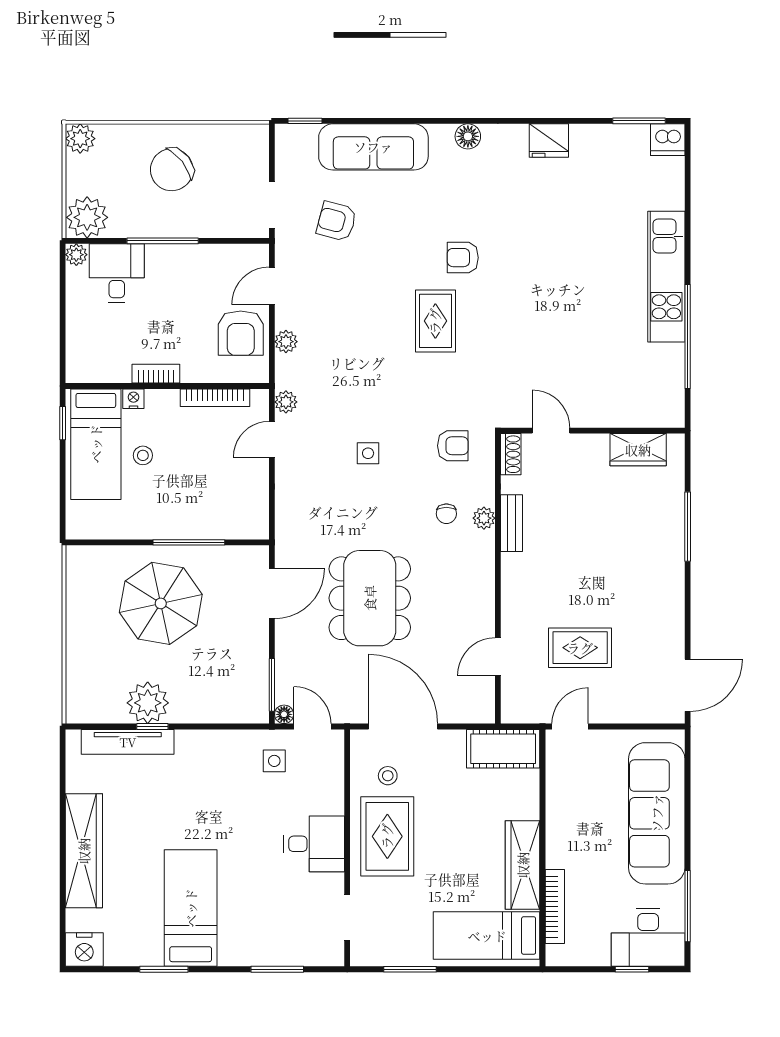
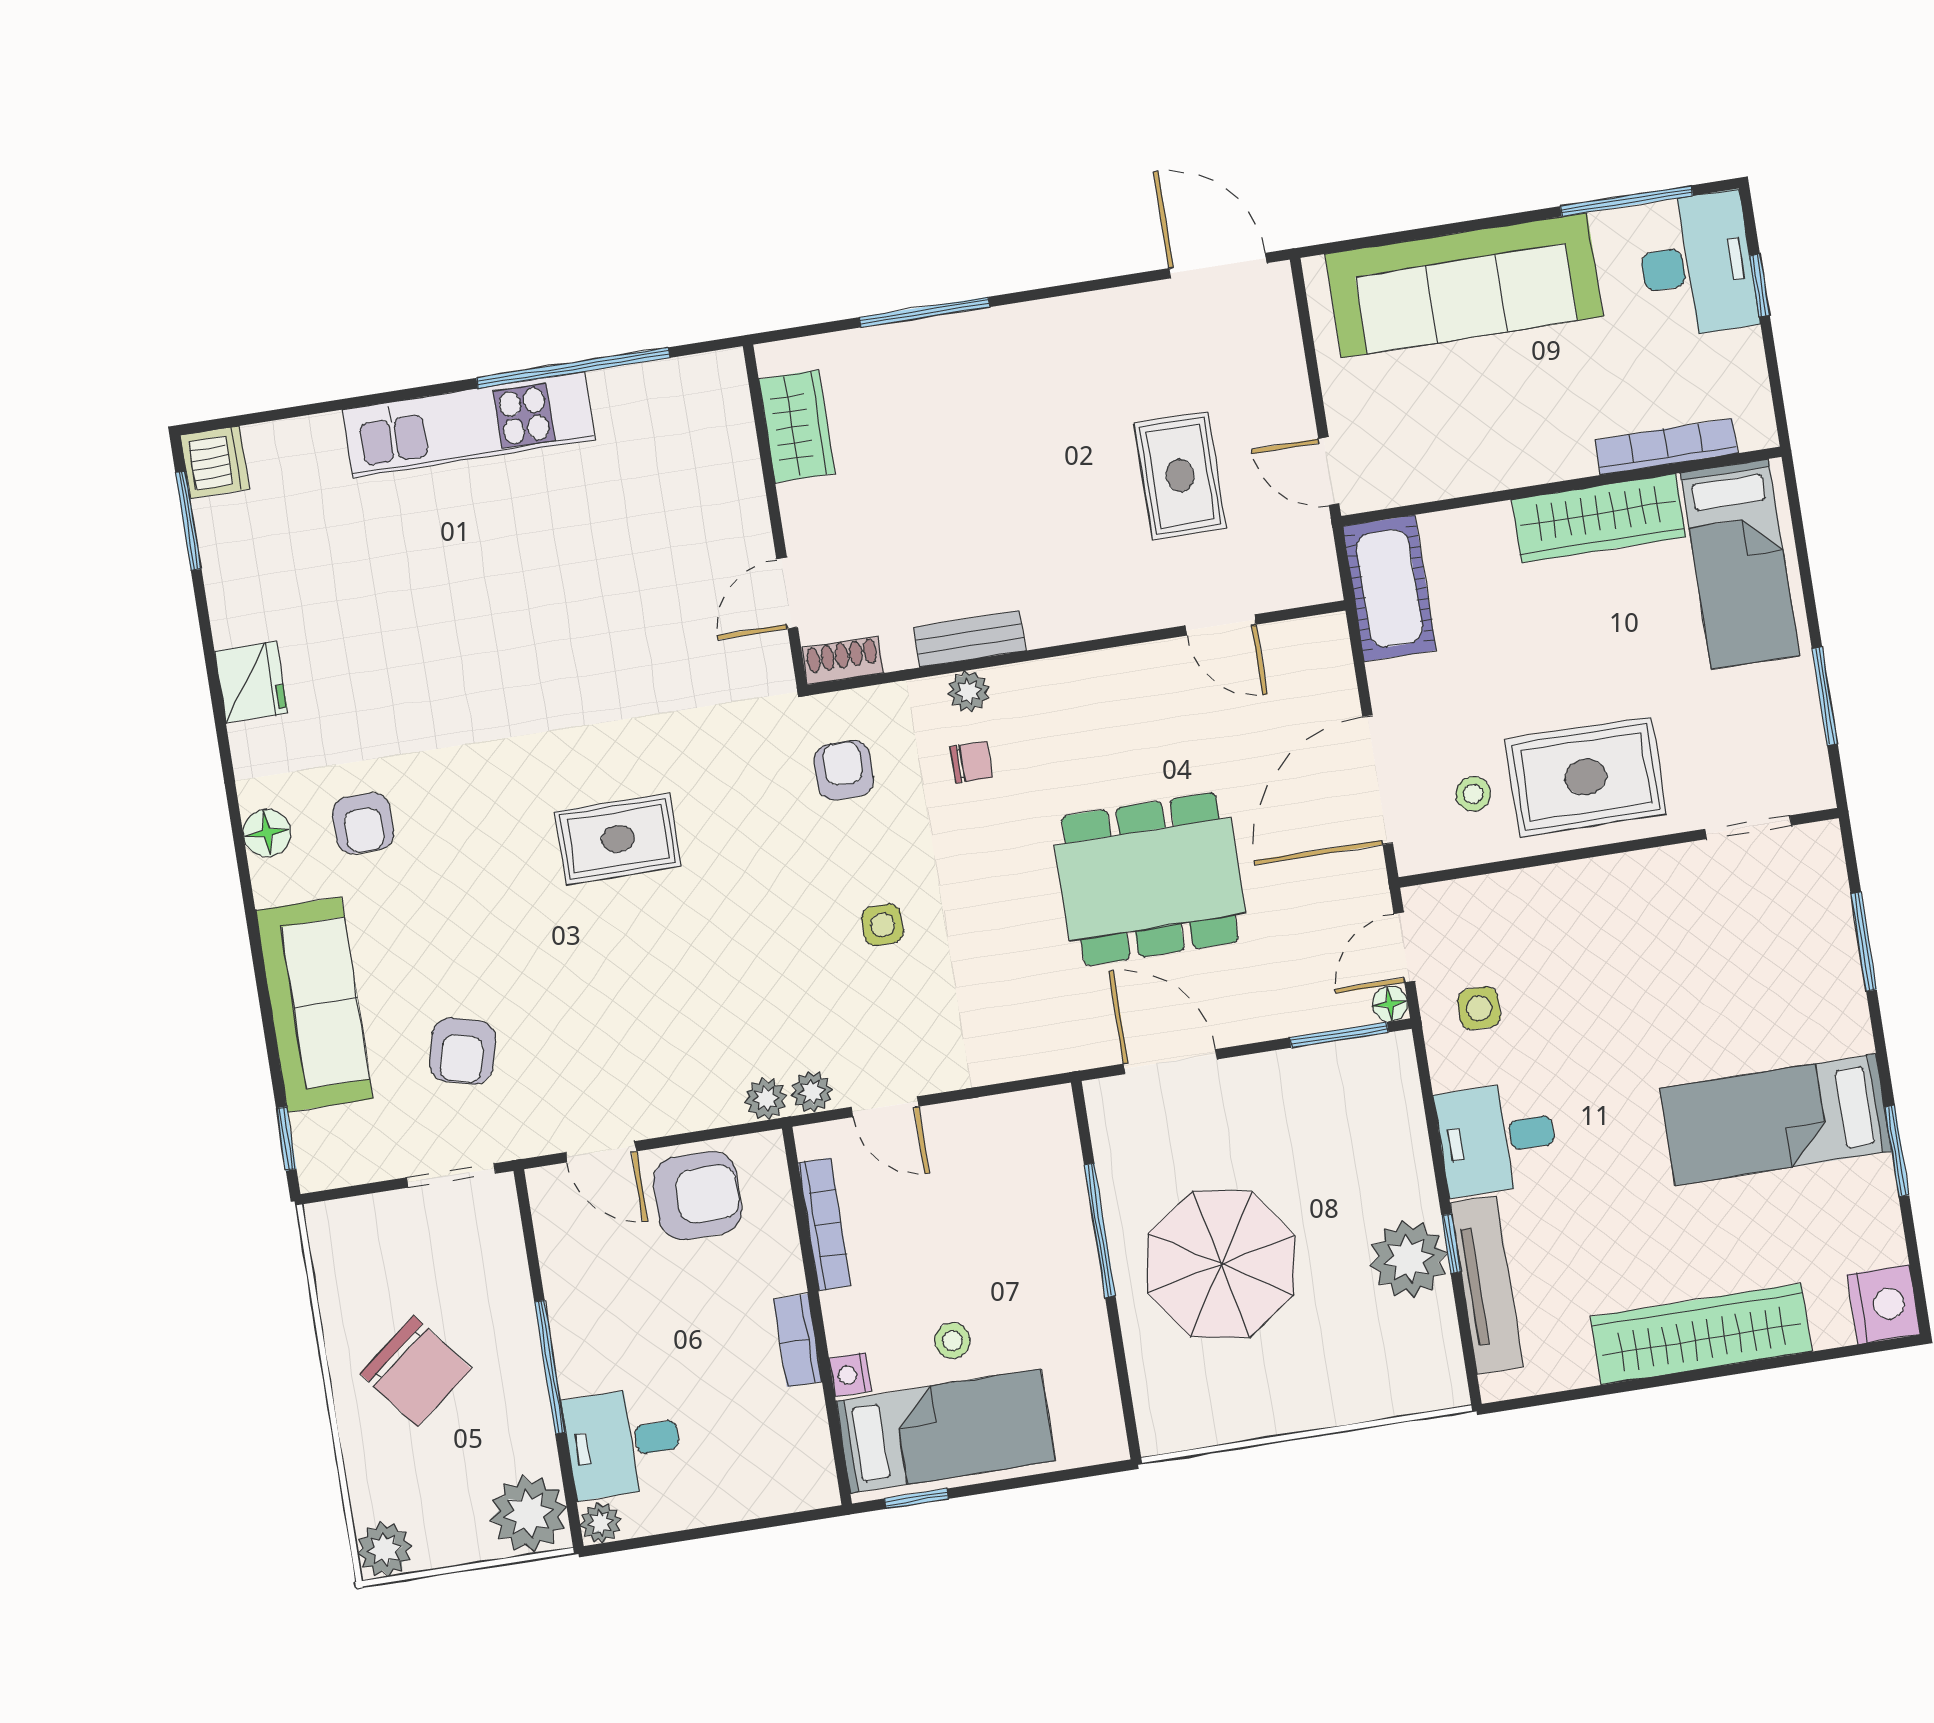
armchair: (463, 258) -> (363, 823), moved
plant: (286, 342) -> (766, 1099), moved
desk: (314, 844) -> (1497, 1138), moved, turned -90

